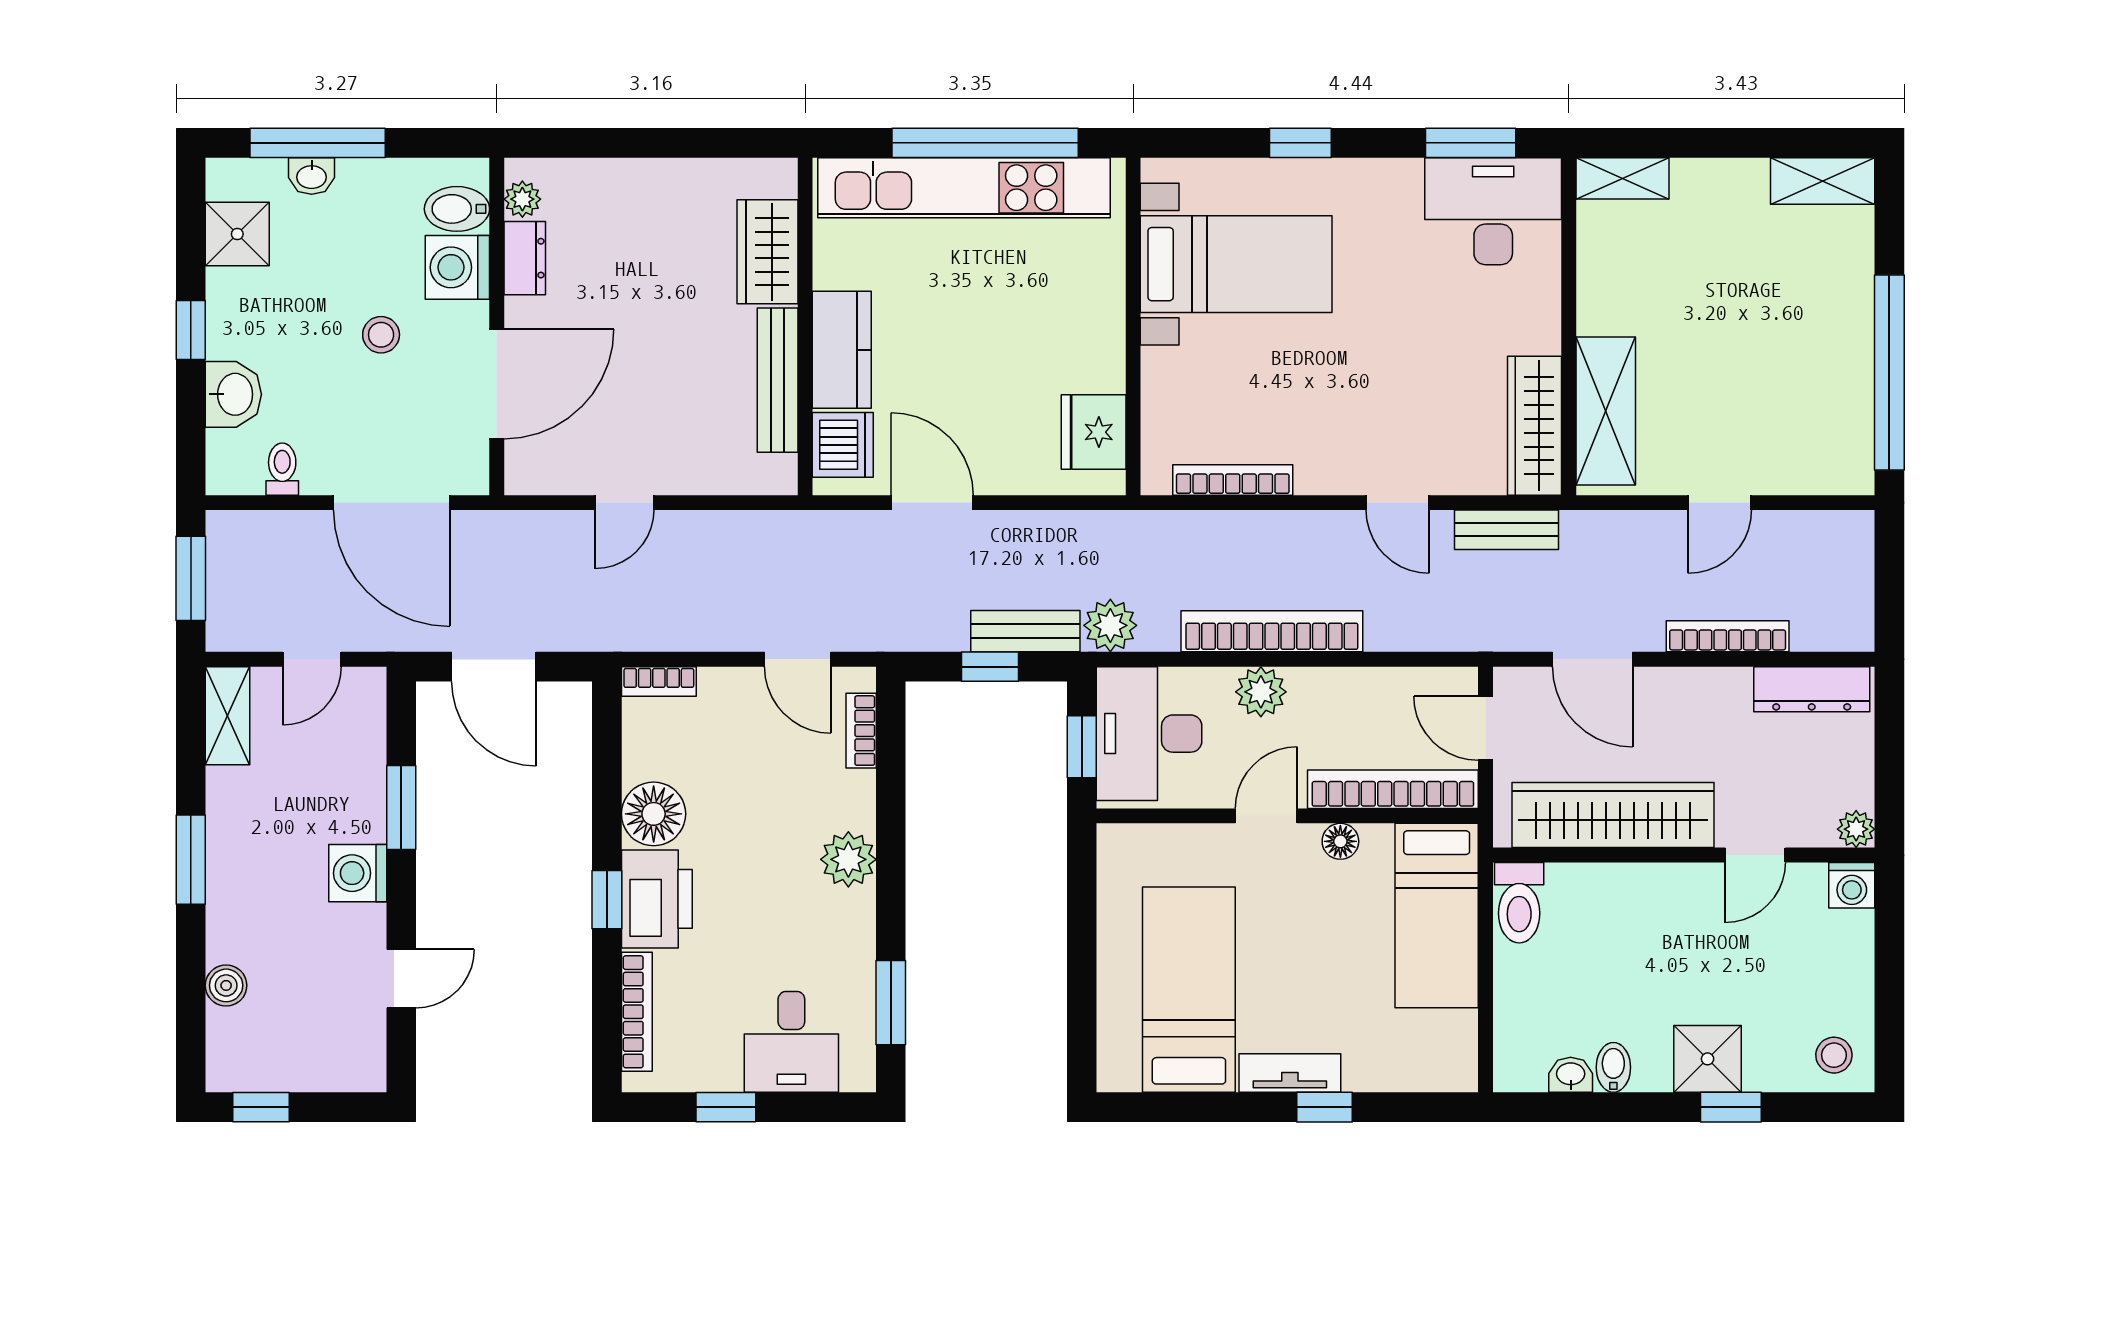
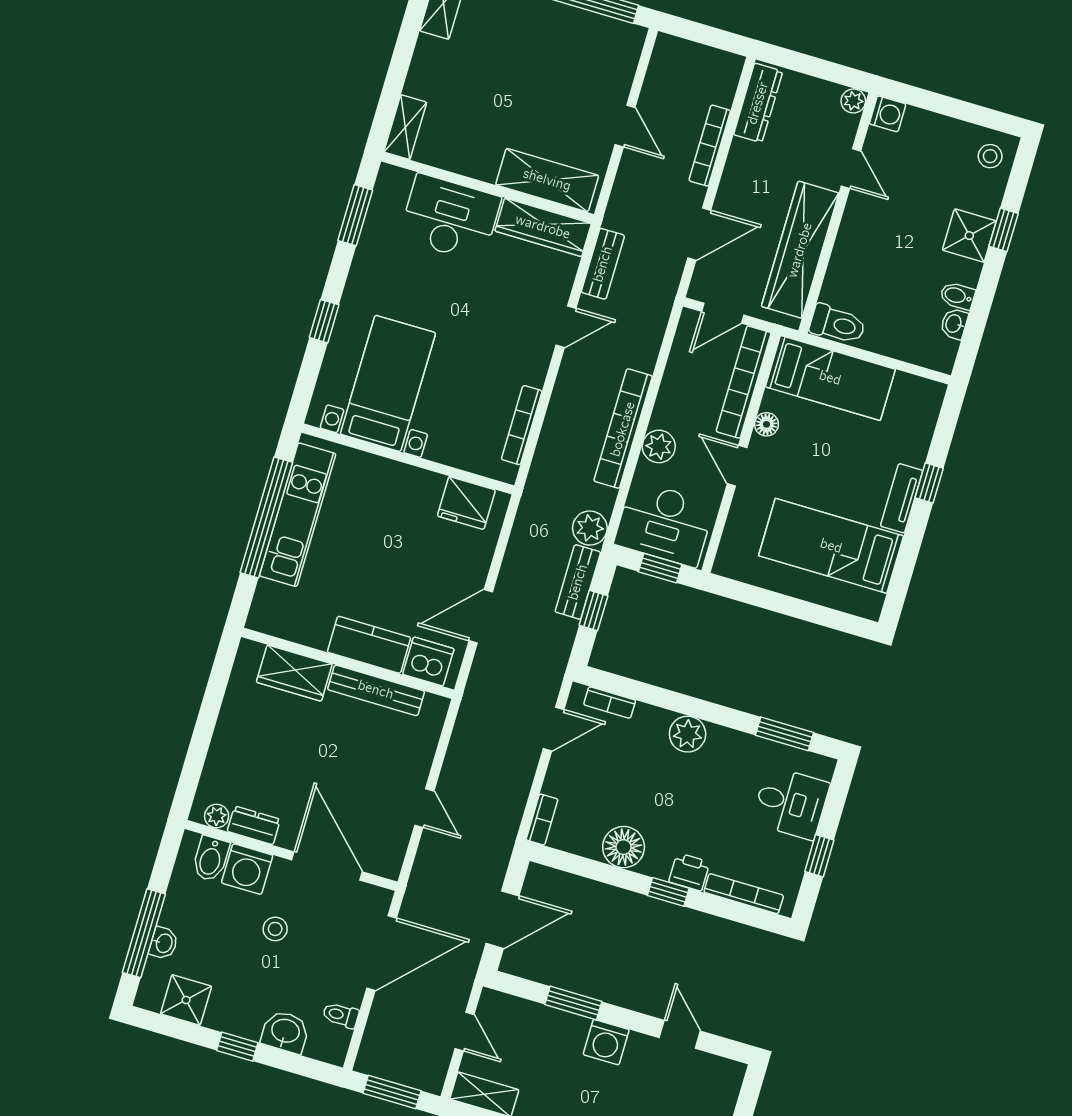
kitchen unit: (964, 188) -> (298, 515), width x0.73
desk: (1493, 211) -> (450, 218), moved, turned 90
printer: (657, 899) -> (689, 872), width x0.53, depth x0.68

